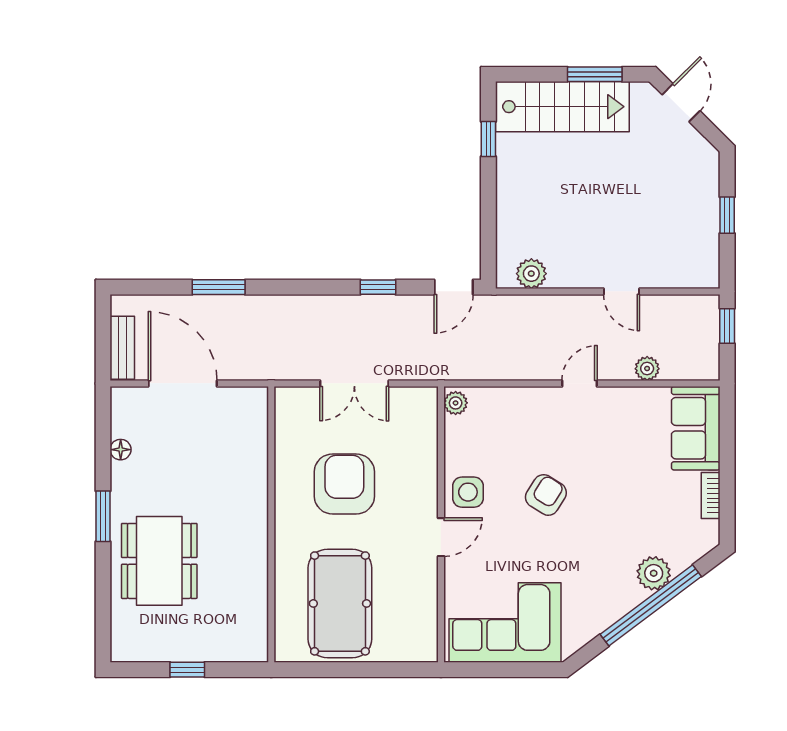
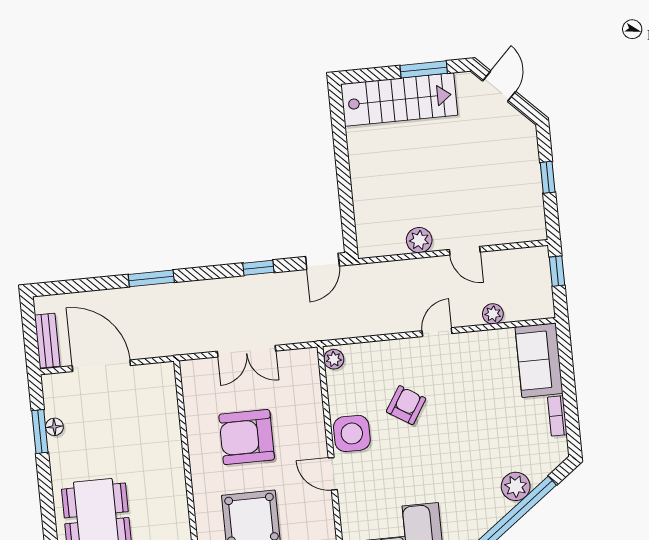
window: (488, 139) -> (339, 133), removed
plant: (531, 274) -> (419, 240), moved
window: (219, 287) -> (151, 278), moved
armchair: (344, 484) -> (247, 437), turned -90
side table: (468, 492) -> (352, 433), width x1.37, depth x1.37
armchair: (546, 495) -> (406, 405), moved
window: (103, 516) -> (40, 432), moved
door: (441, 537) -> (333, 474), swing flipped

